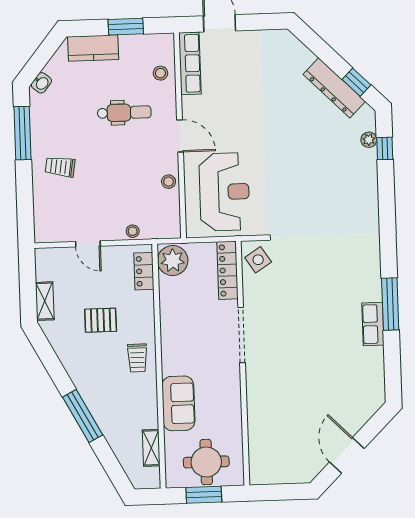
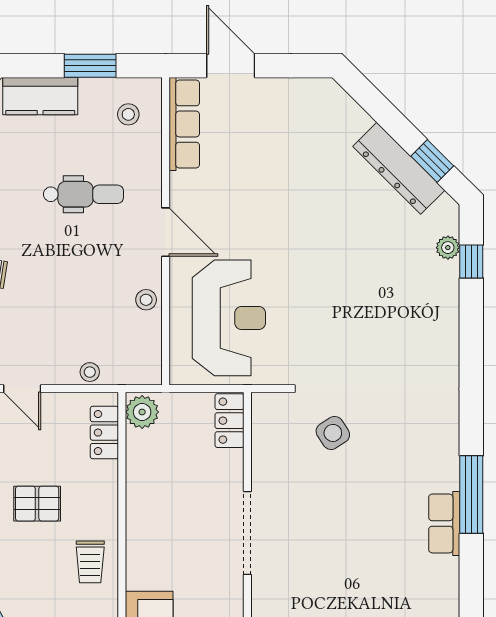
stool: (160, 73) -> (128, 114), moved
side table: (258, 260) -> (333, 433), moved
plant: (173, 261) -> (142, 412), width x0.73, depth x0.73
locker: (227, 270) -> (229, 421), width x0.66

